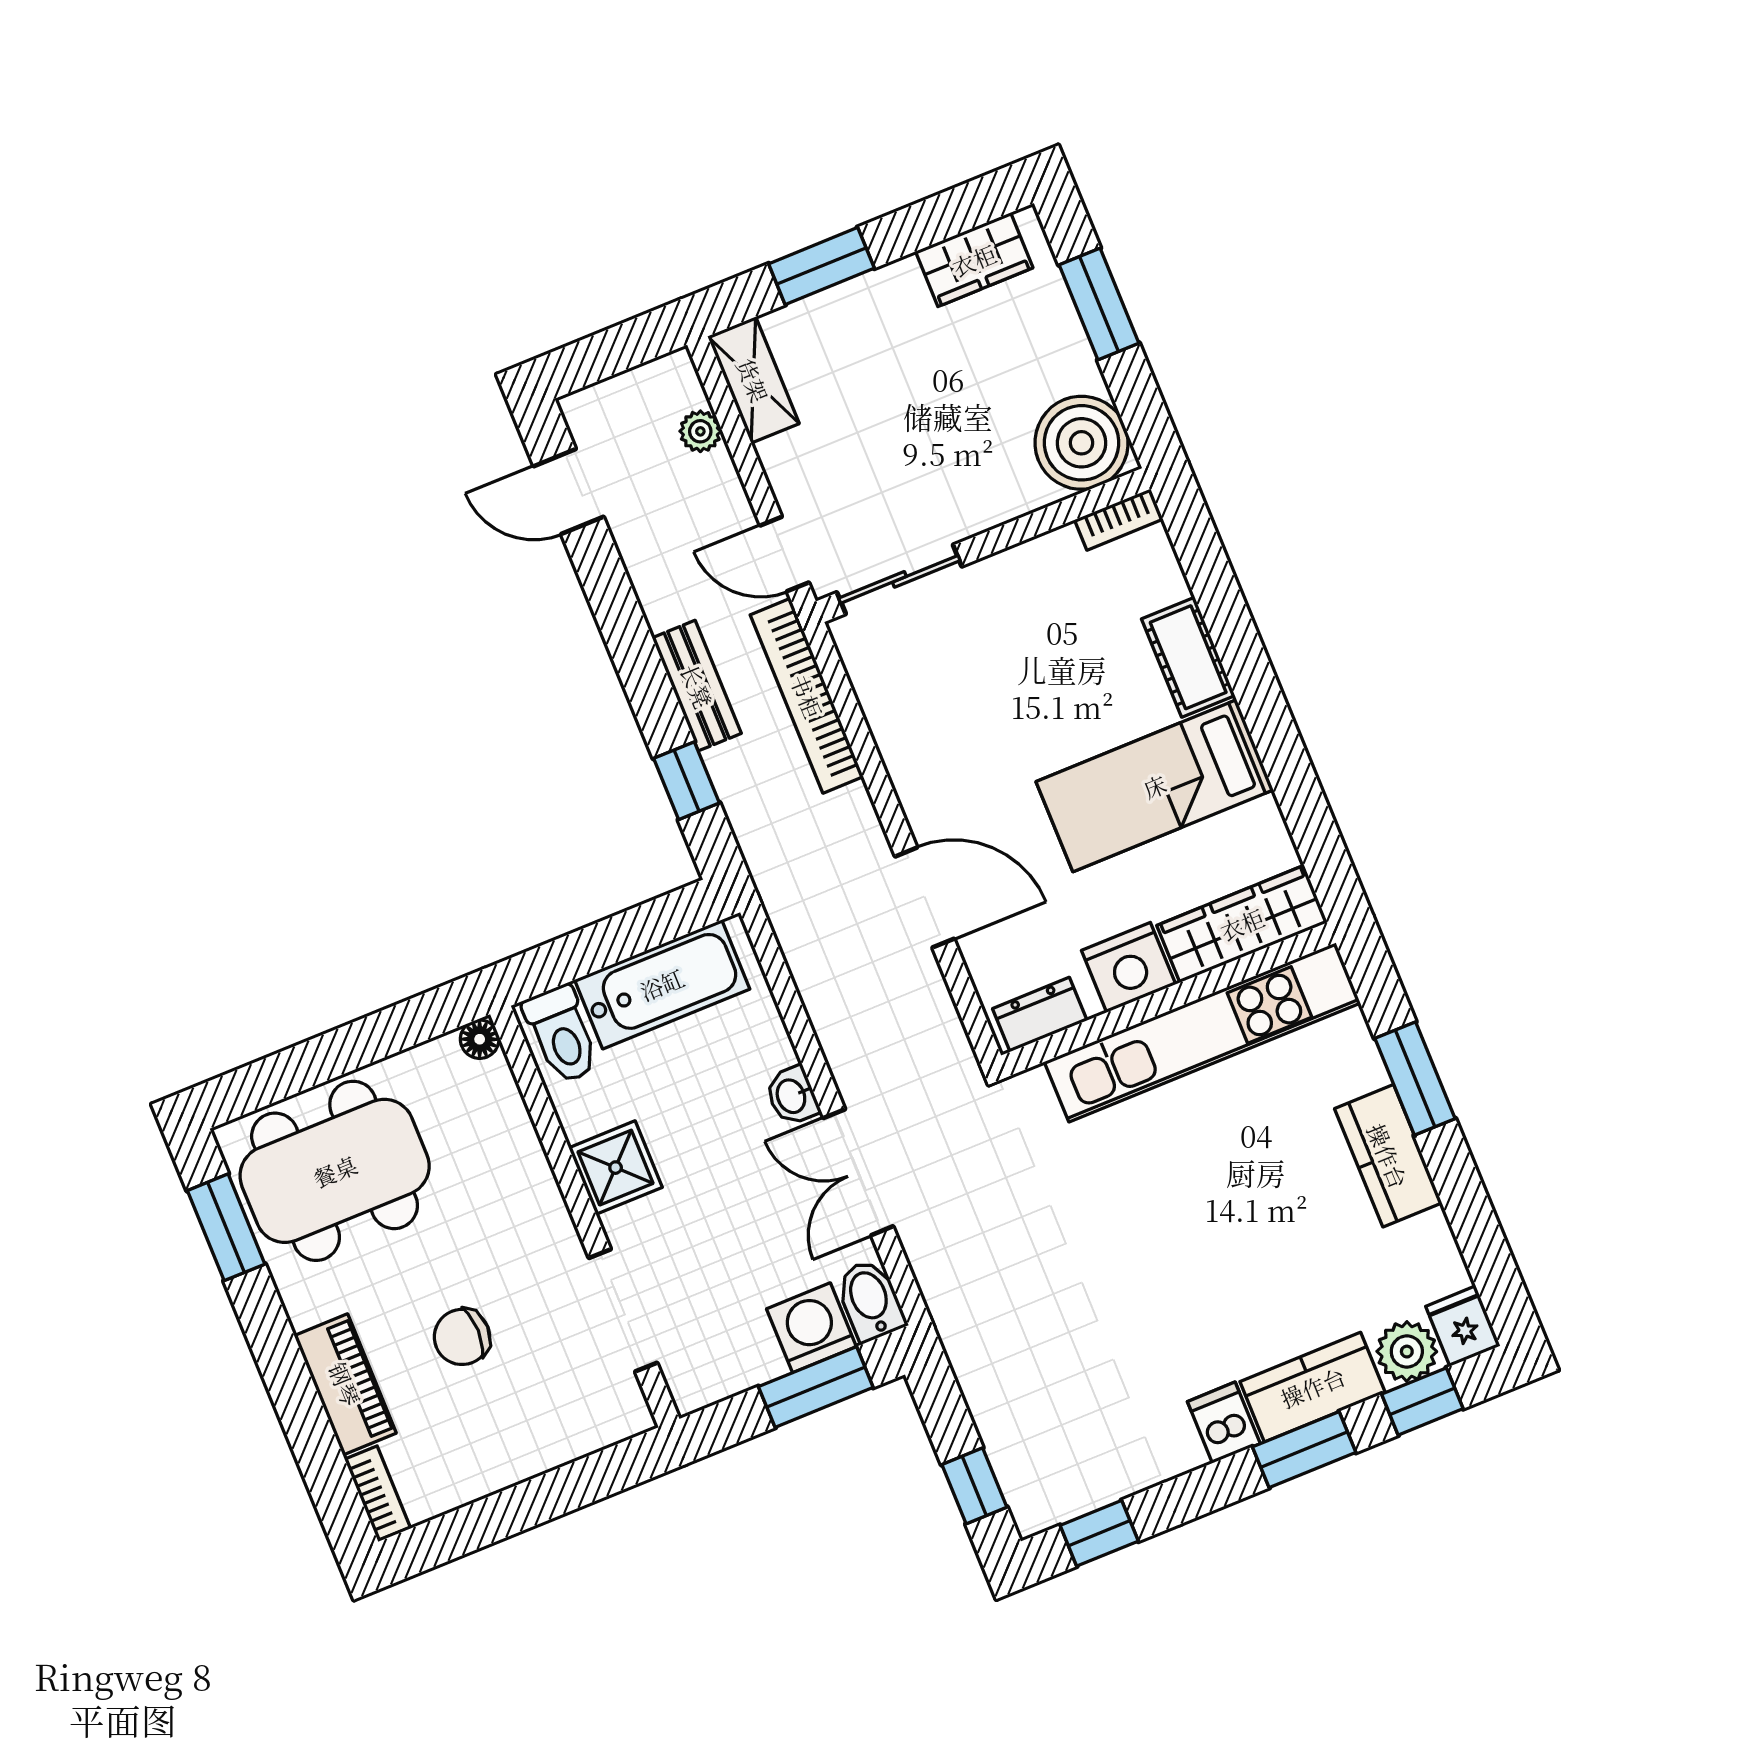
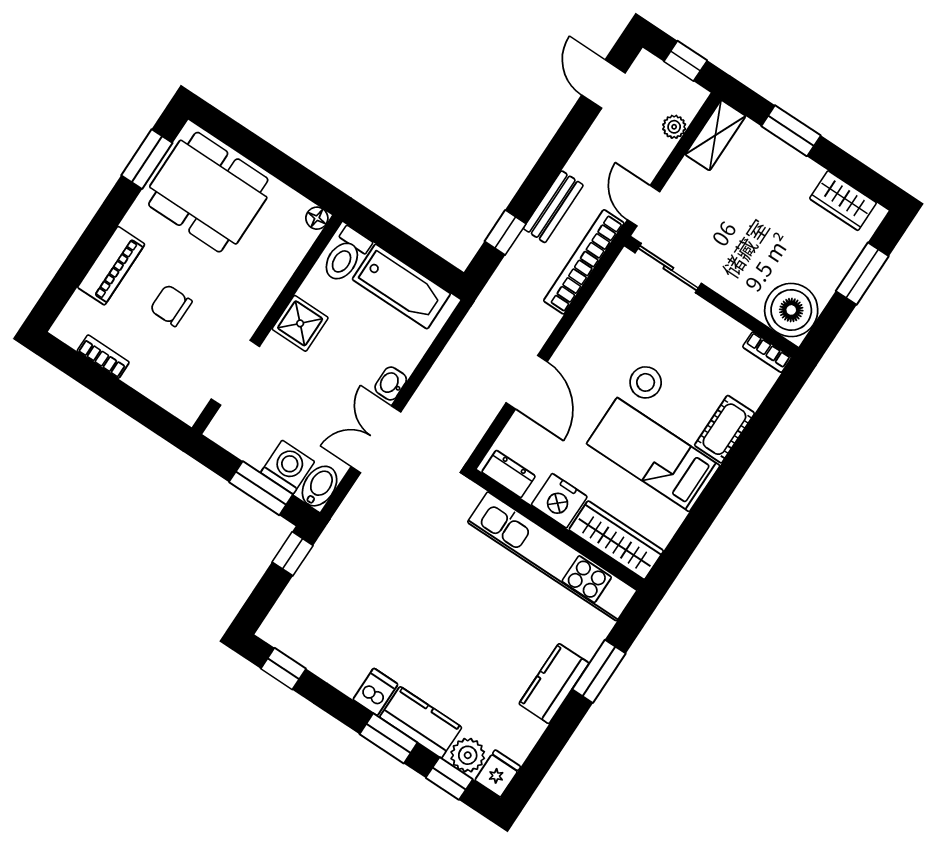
window: (616, 350) -> (685, 61), added
stool: (1043, 725) -> (646, 382), added
window: (974, 1486) -> (292, 554), moved
bookcase: (377, 1493) -> (103, 357), moved, turned -90

